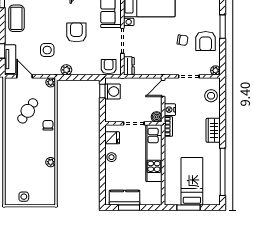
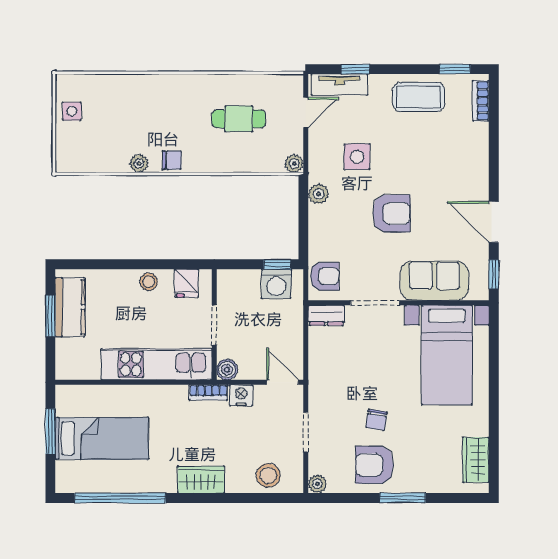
cafe table: (28, 111) -> (239, 119), turned -34
chair: (48, 125) -> (172, 160), moved

